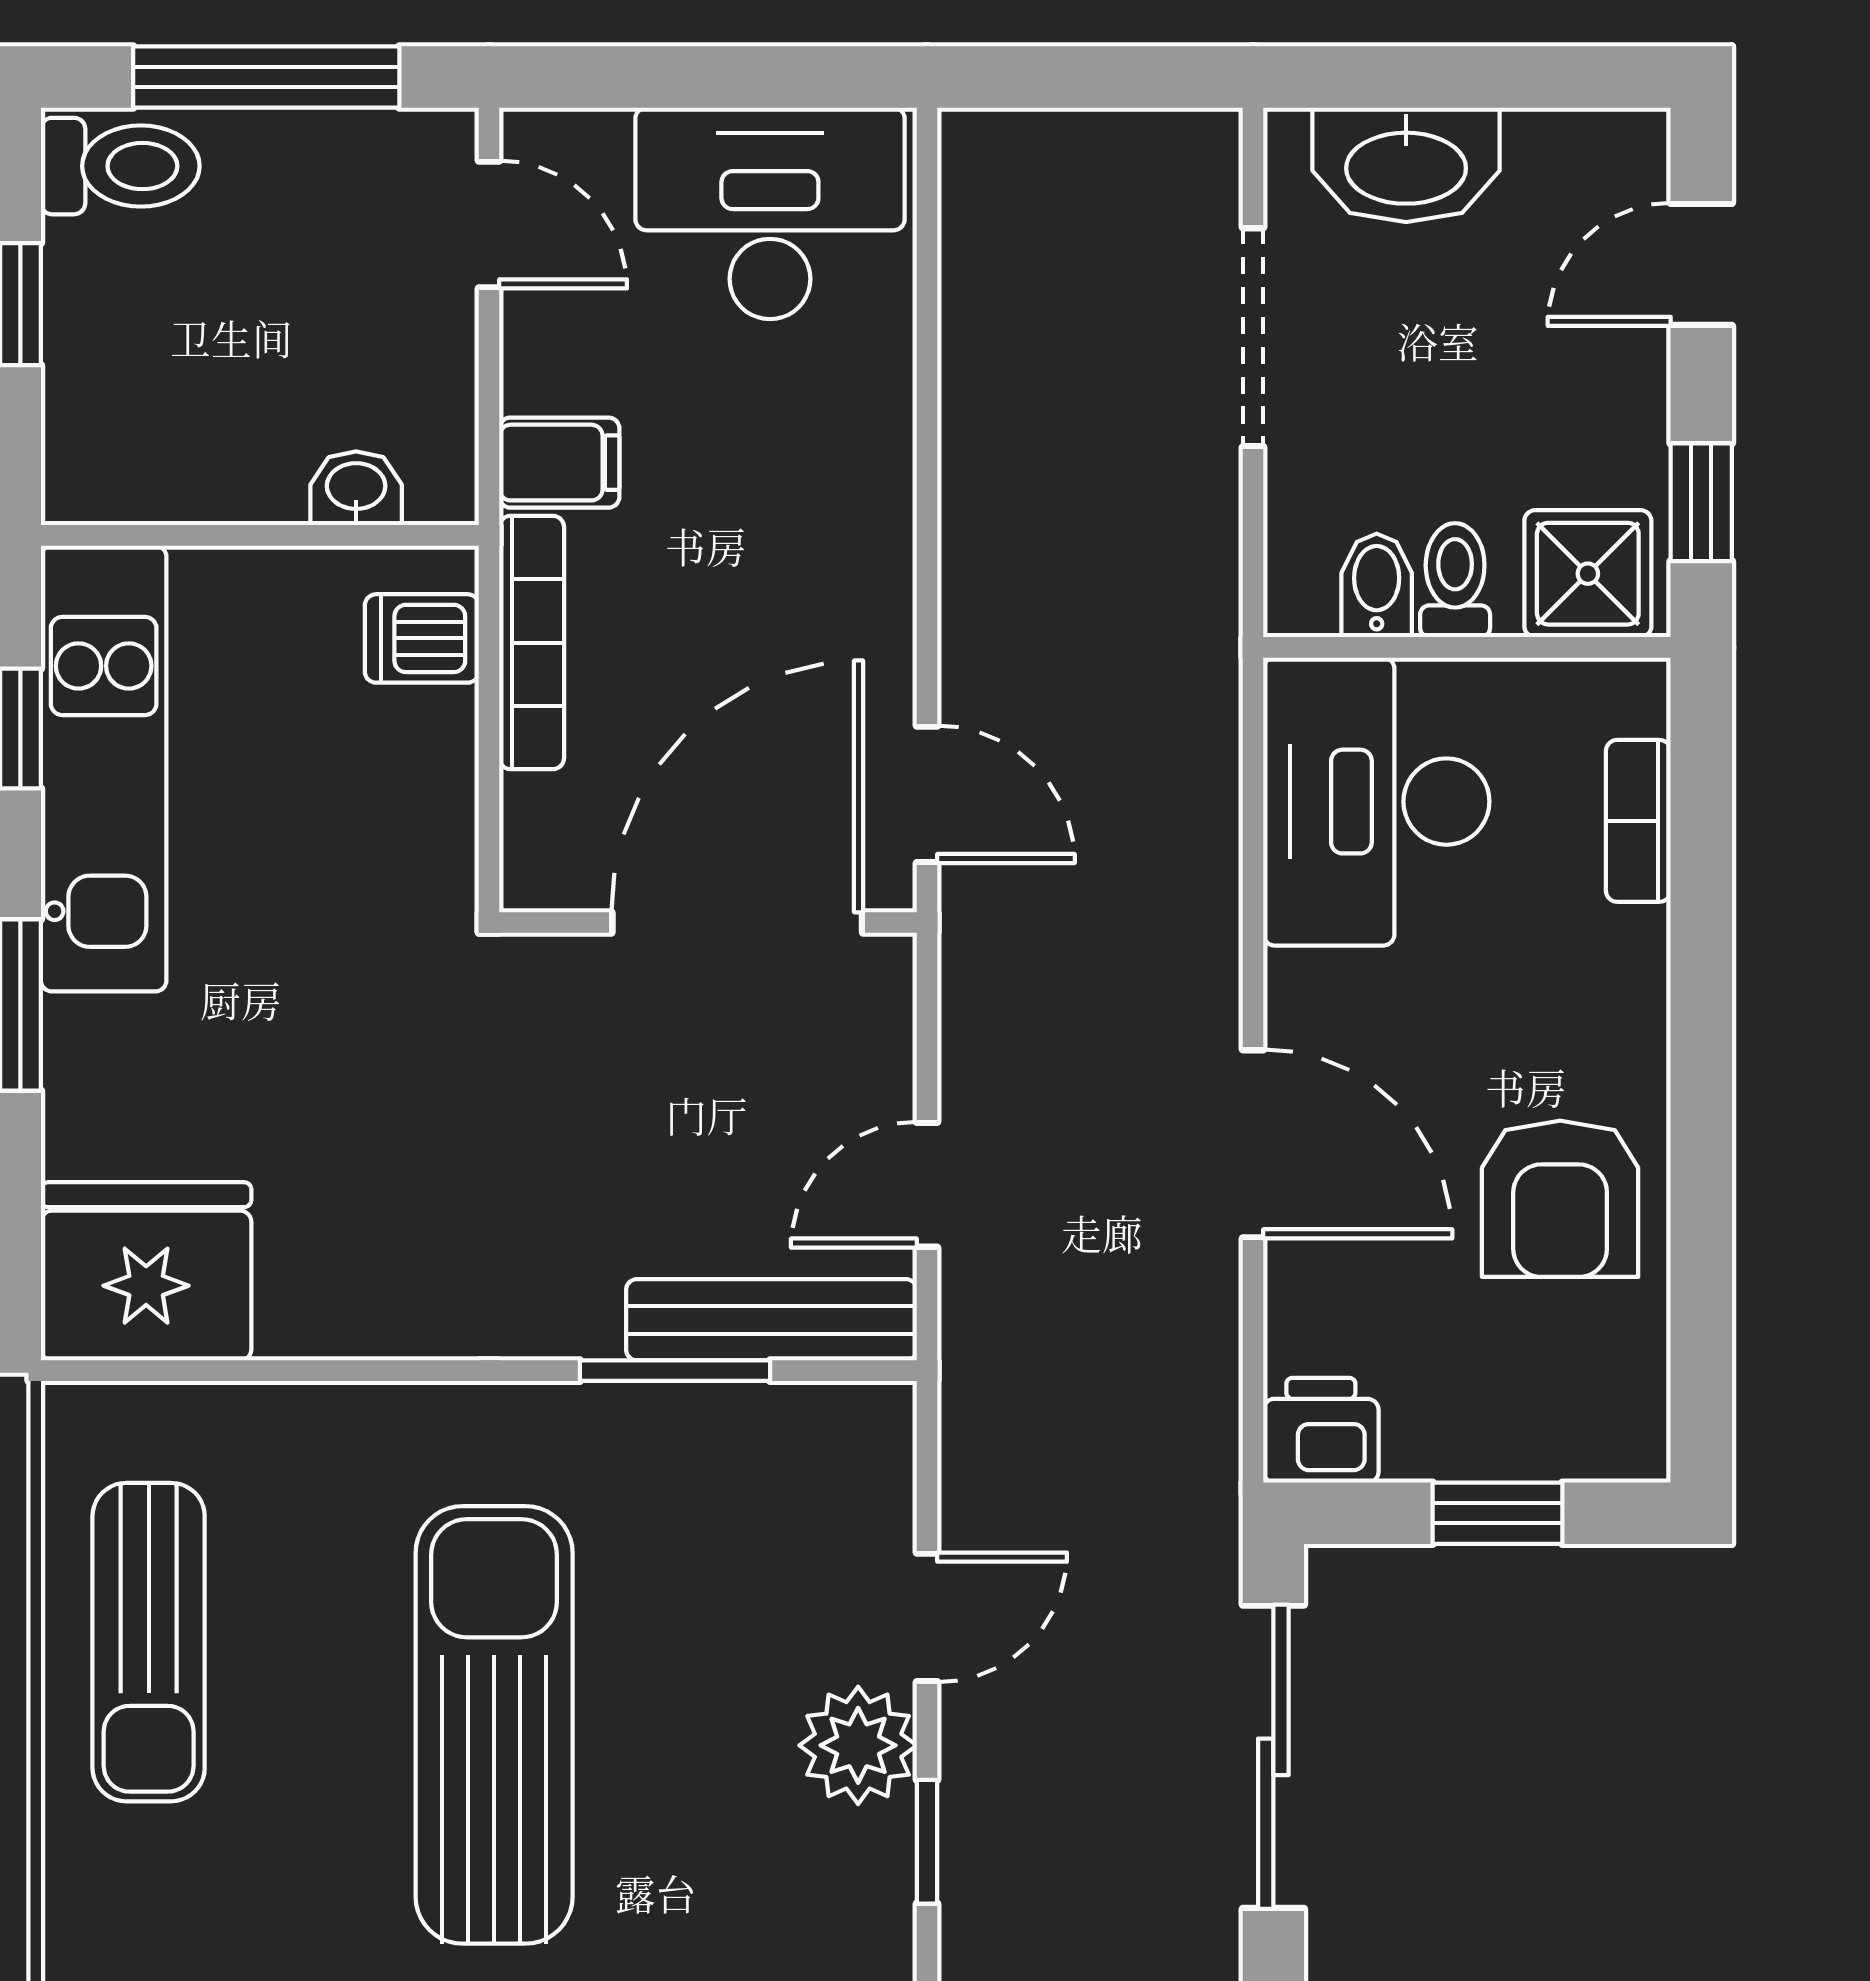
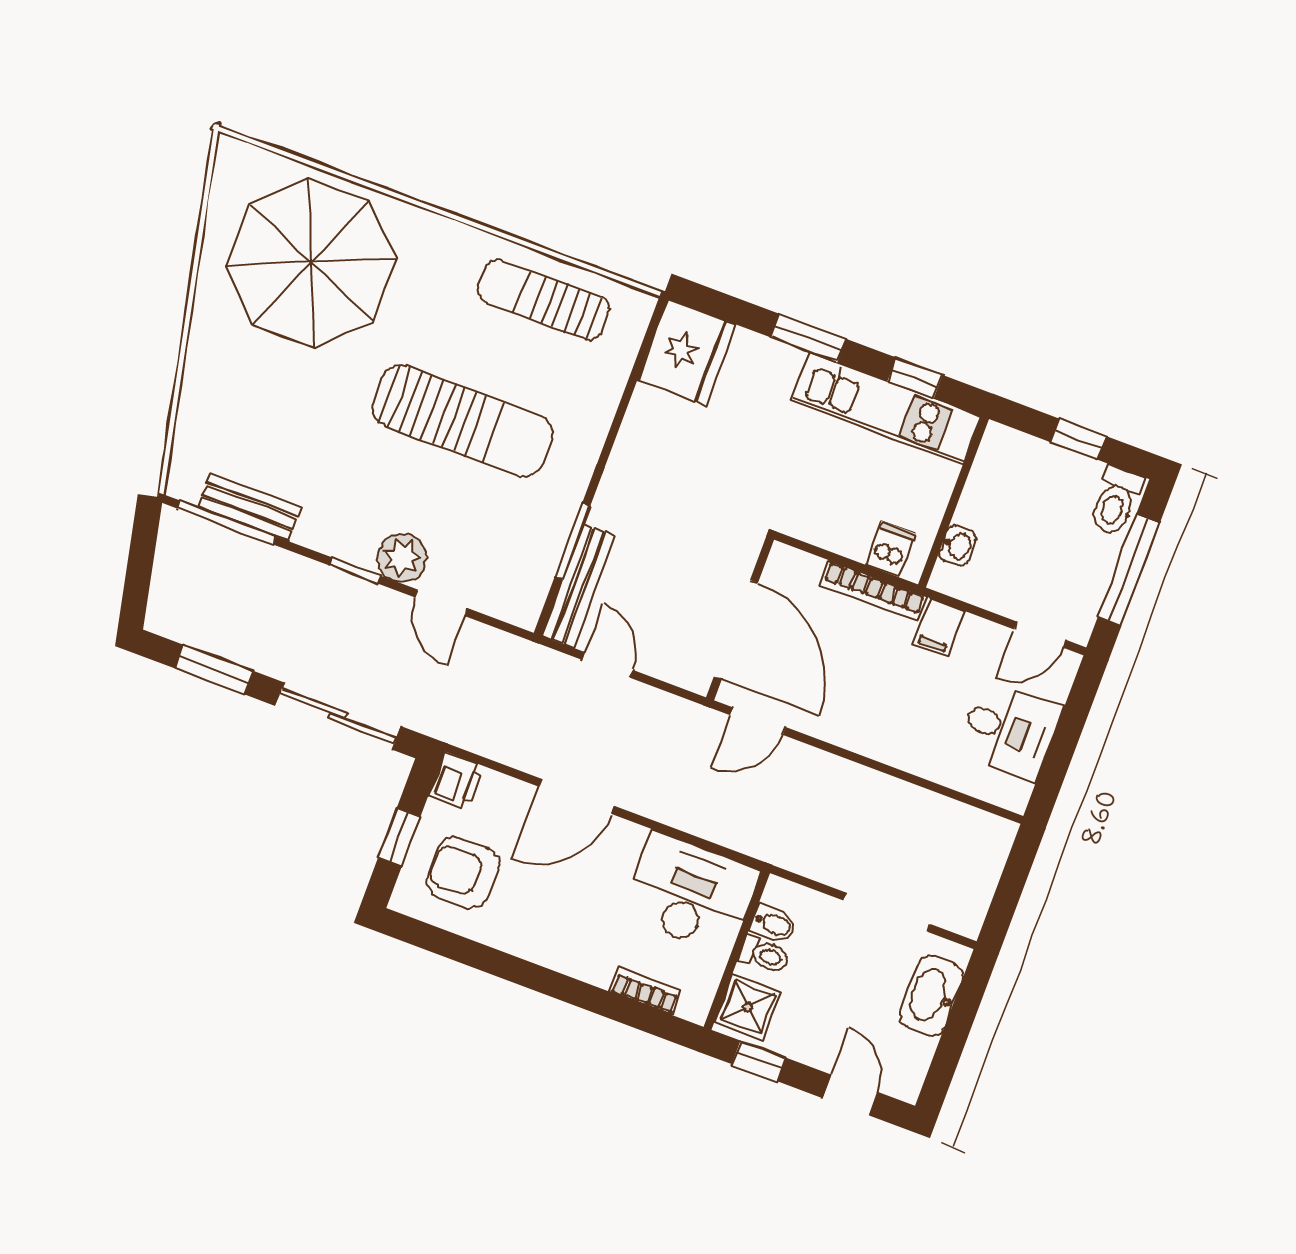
desk: (770, 213) -> (1009, 730), width x0.73
armchair: (1560, 1199) -> (463, 873), moved

